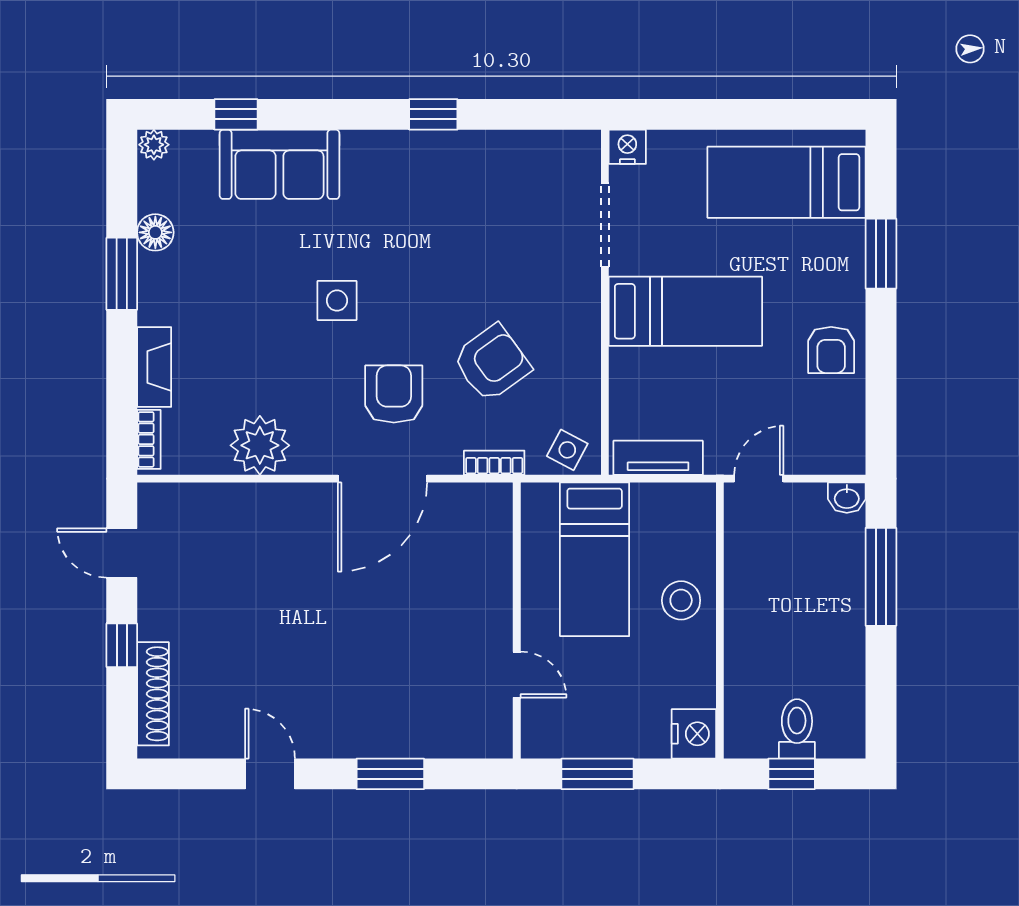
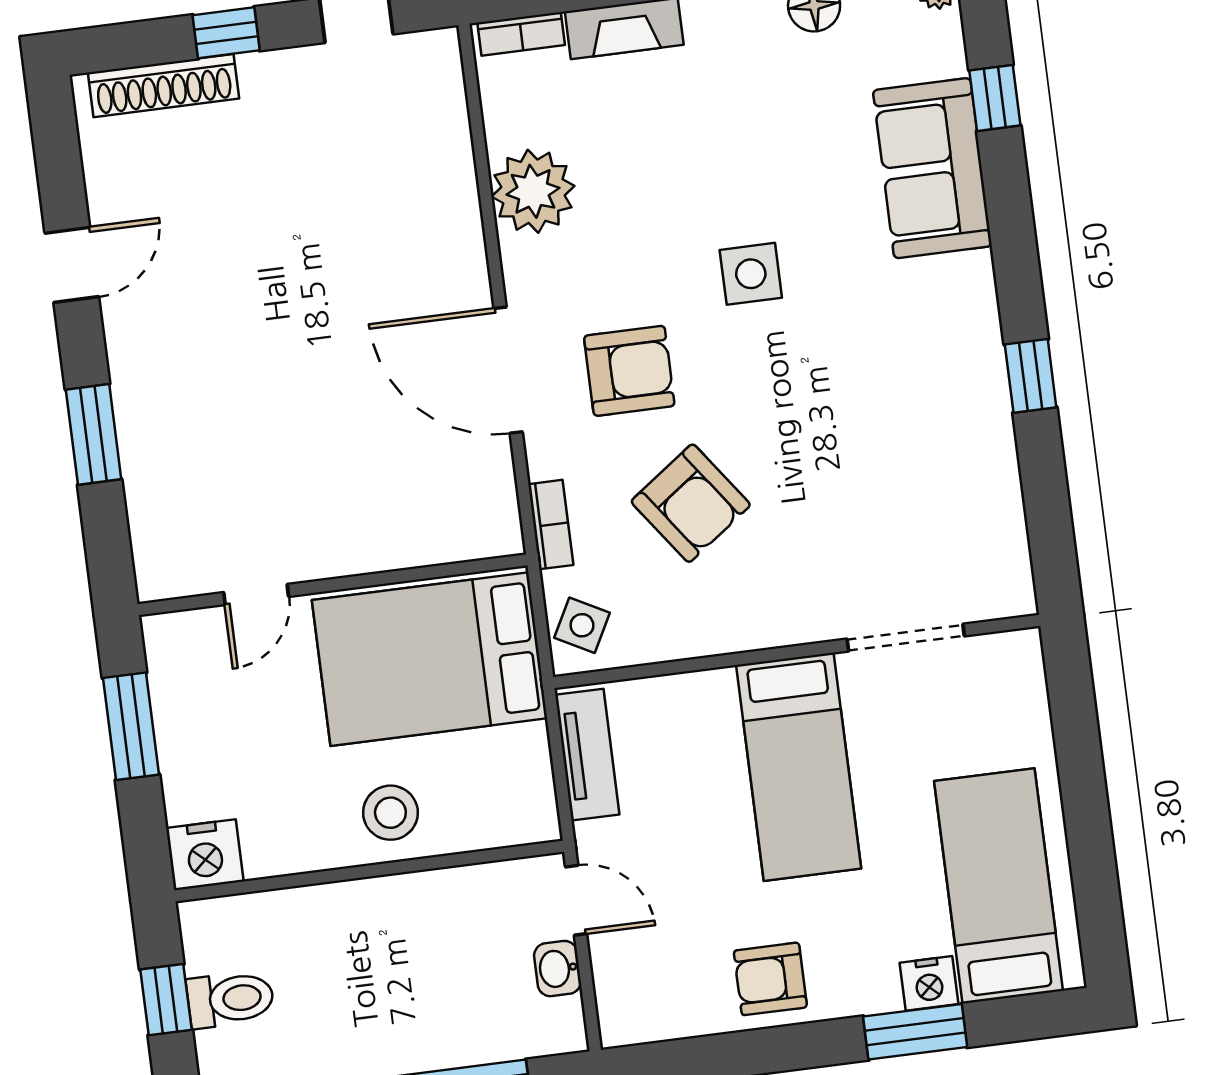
nightstand: (627, 147) -> (929, 983), moved, turned 90
washbasin: (847, 498) -> (557, 969), moved
bed: (595, 559) -> (430, 659), width x1.50

